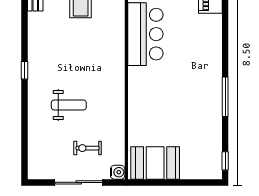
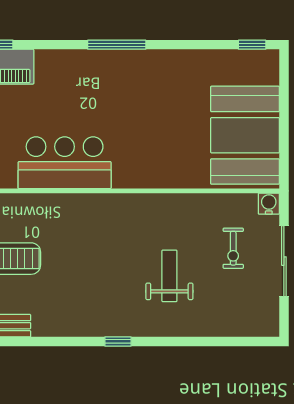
window: (225, 97) -> (117, 45), moved
booth: (155, 163) -> (245, 135), width x1.36, depth x1.42

